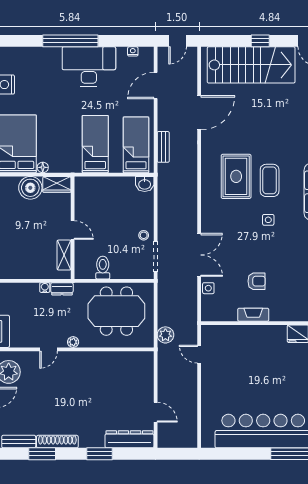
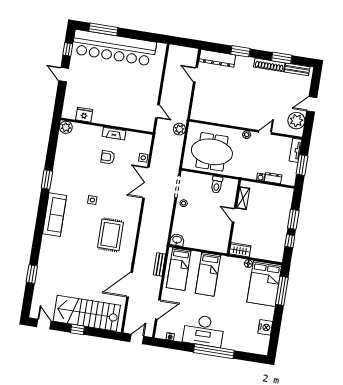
coffee table: (270, 180) -> (87, 228), removed
boiler: (30, 188) -> (260, 250), removed
dresser: (62, 289) -> (273, 178), moved

